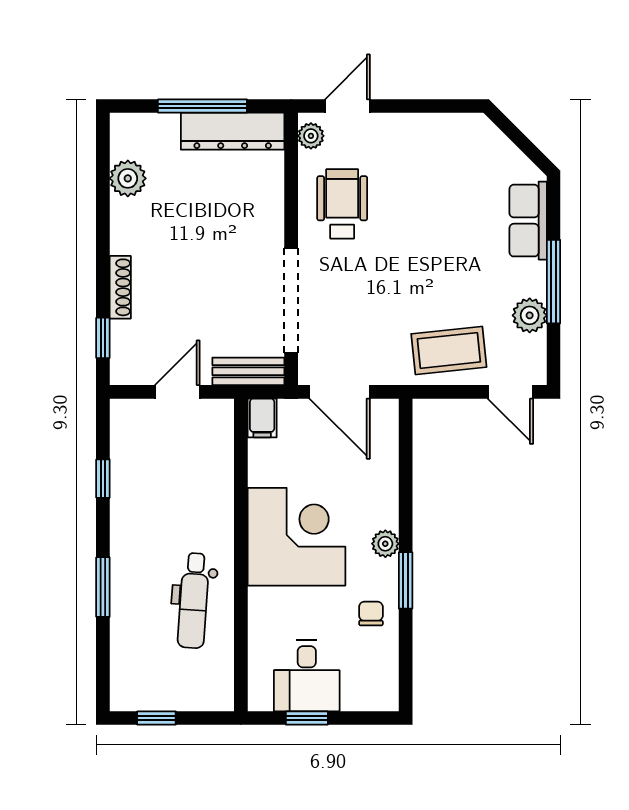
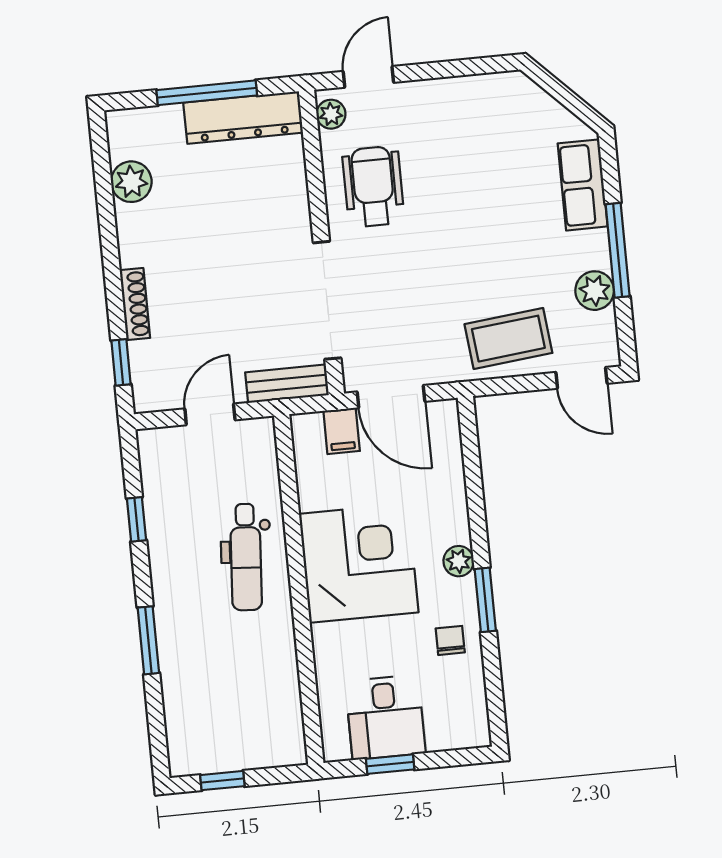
filing cabinet: (262, 418) -> (342, 431), moved
dental chair: (193, 601) -> (246, 557), moved

